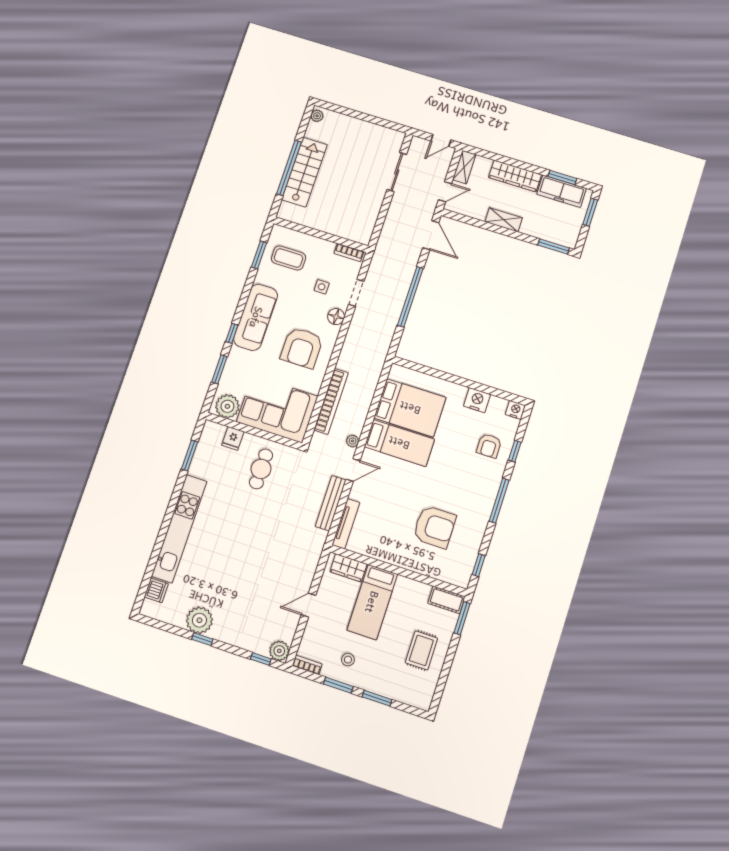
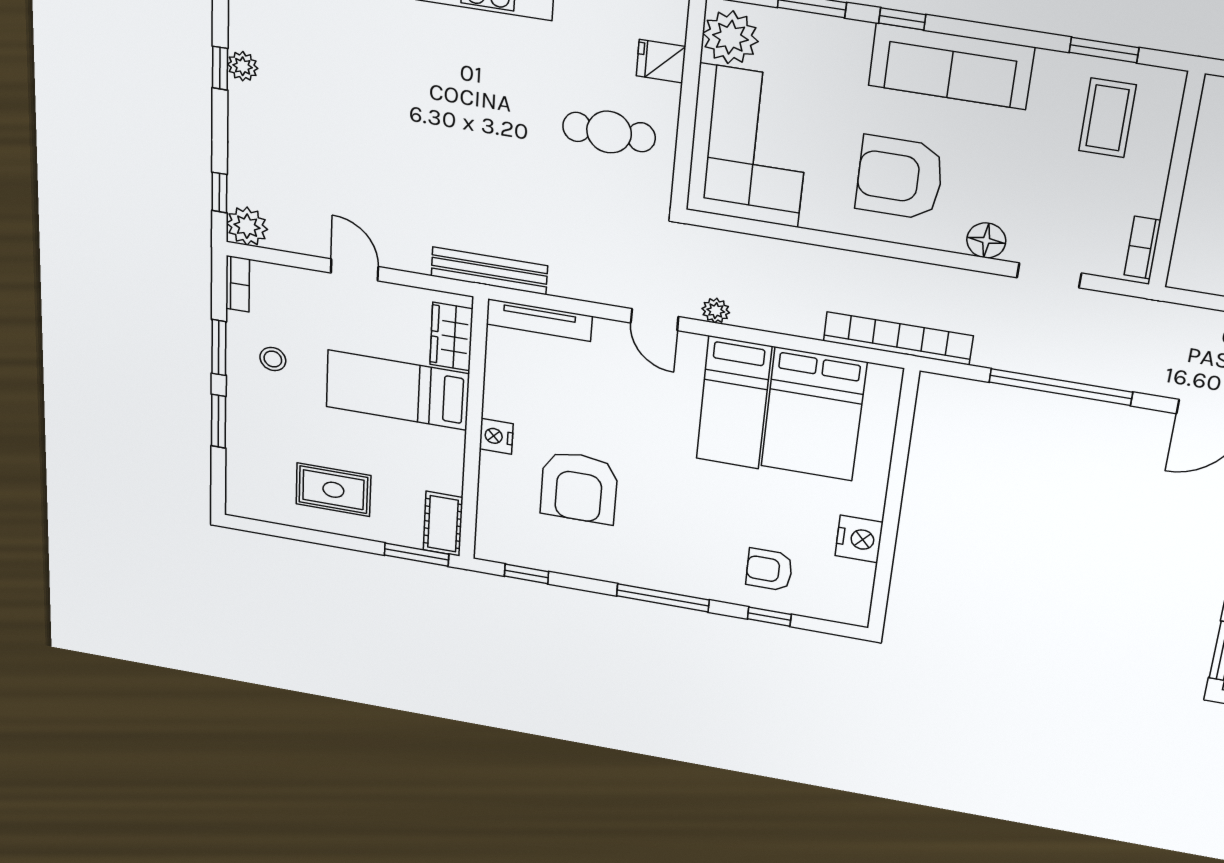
side table: (322, 287) -> (1051, 200), removed
bookcase: (331, 401) -> (898, 338), moved, turned 180
nightstand: (515, 410) -> (496, 436), moved, turned 180
bench: (331, 503) -> (489, 271), moved
plant: (199, 620) -> (243, 66), width x0.53, depth x0.53

